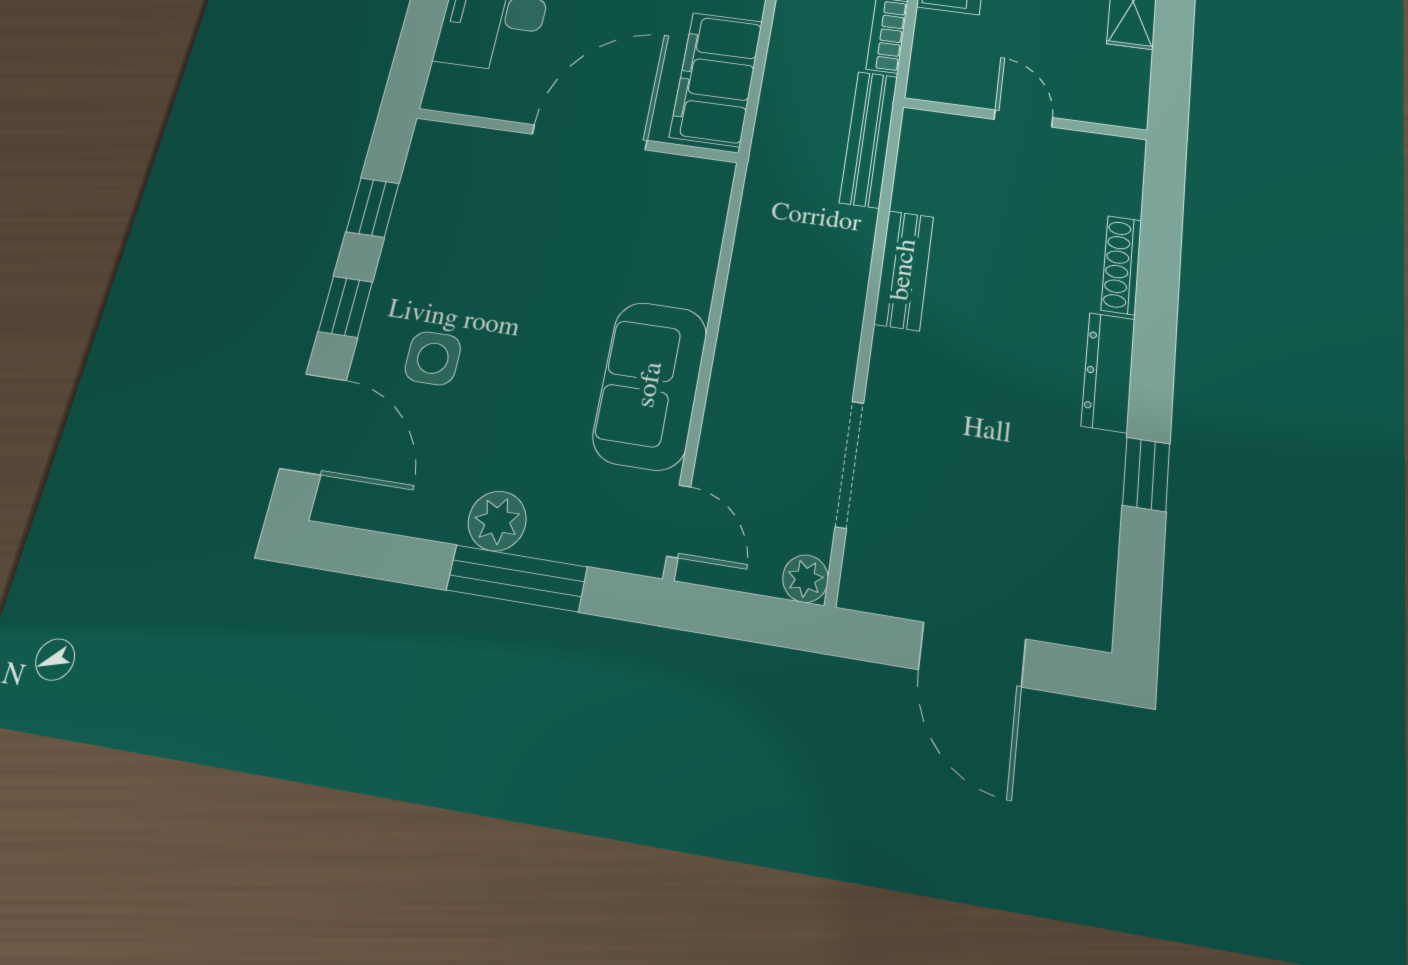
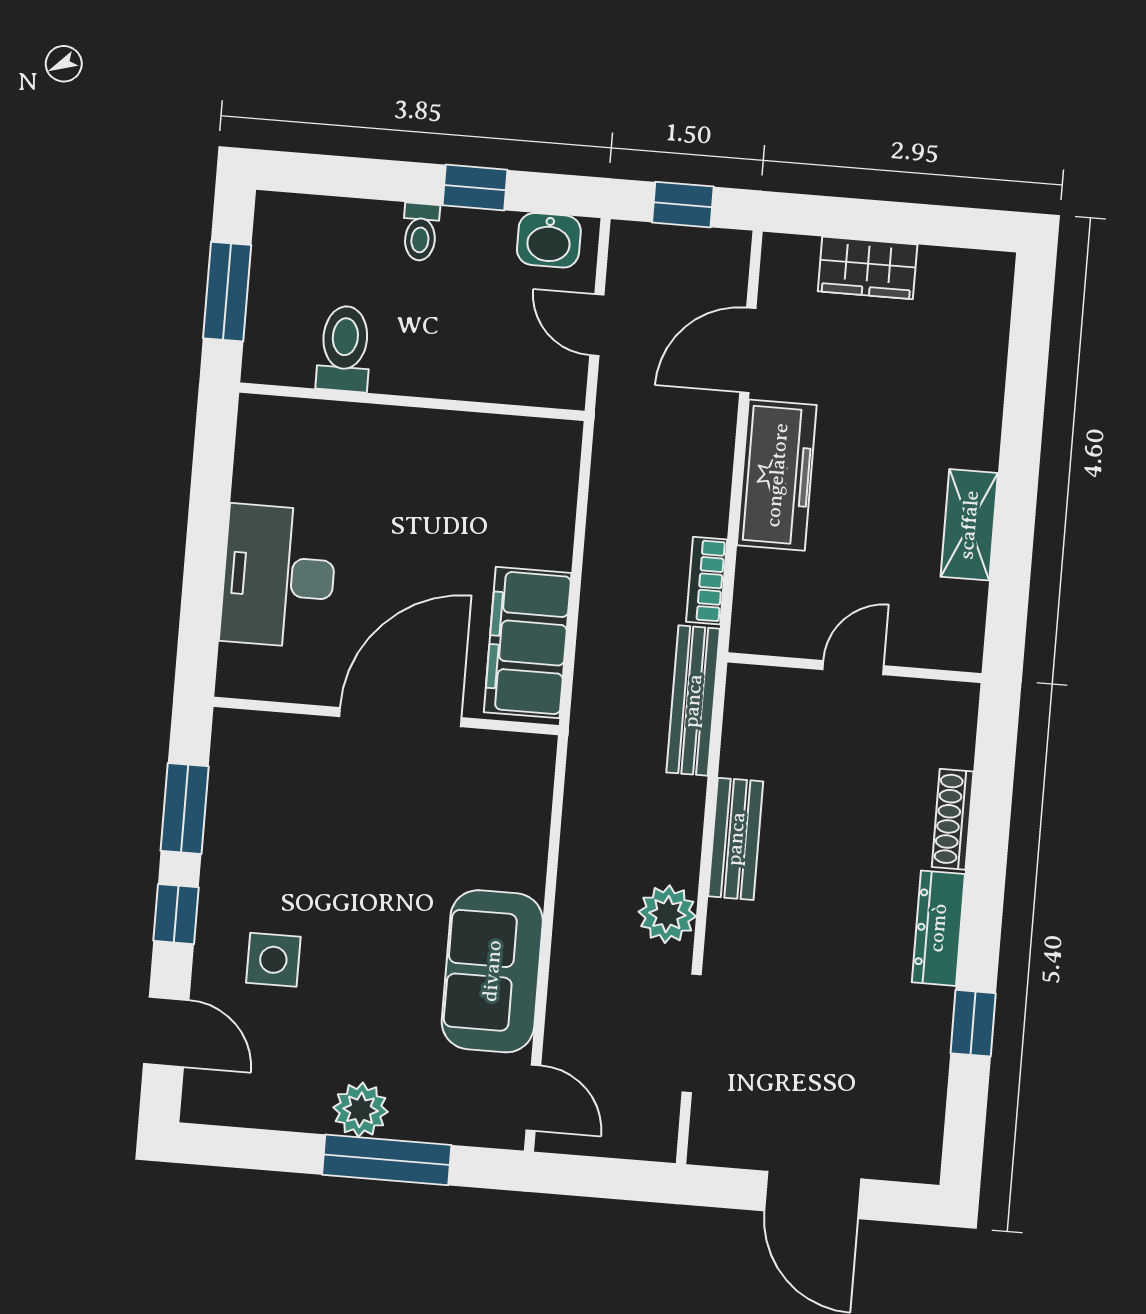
door: (1023, 119) -> (853, 668), hinge flipped
window: (373, 208) -> (185, 809), width x1.50
door: (313, 424) -> (166, 1032), width x0.73
plant: (805, 579) -> (667, 914), moved, width x1.38, depth x1.38

